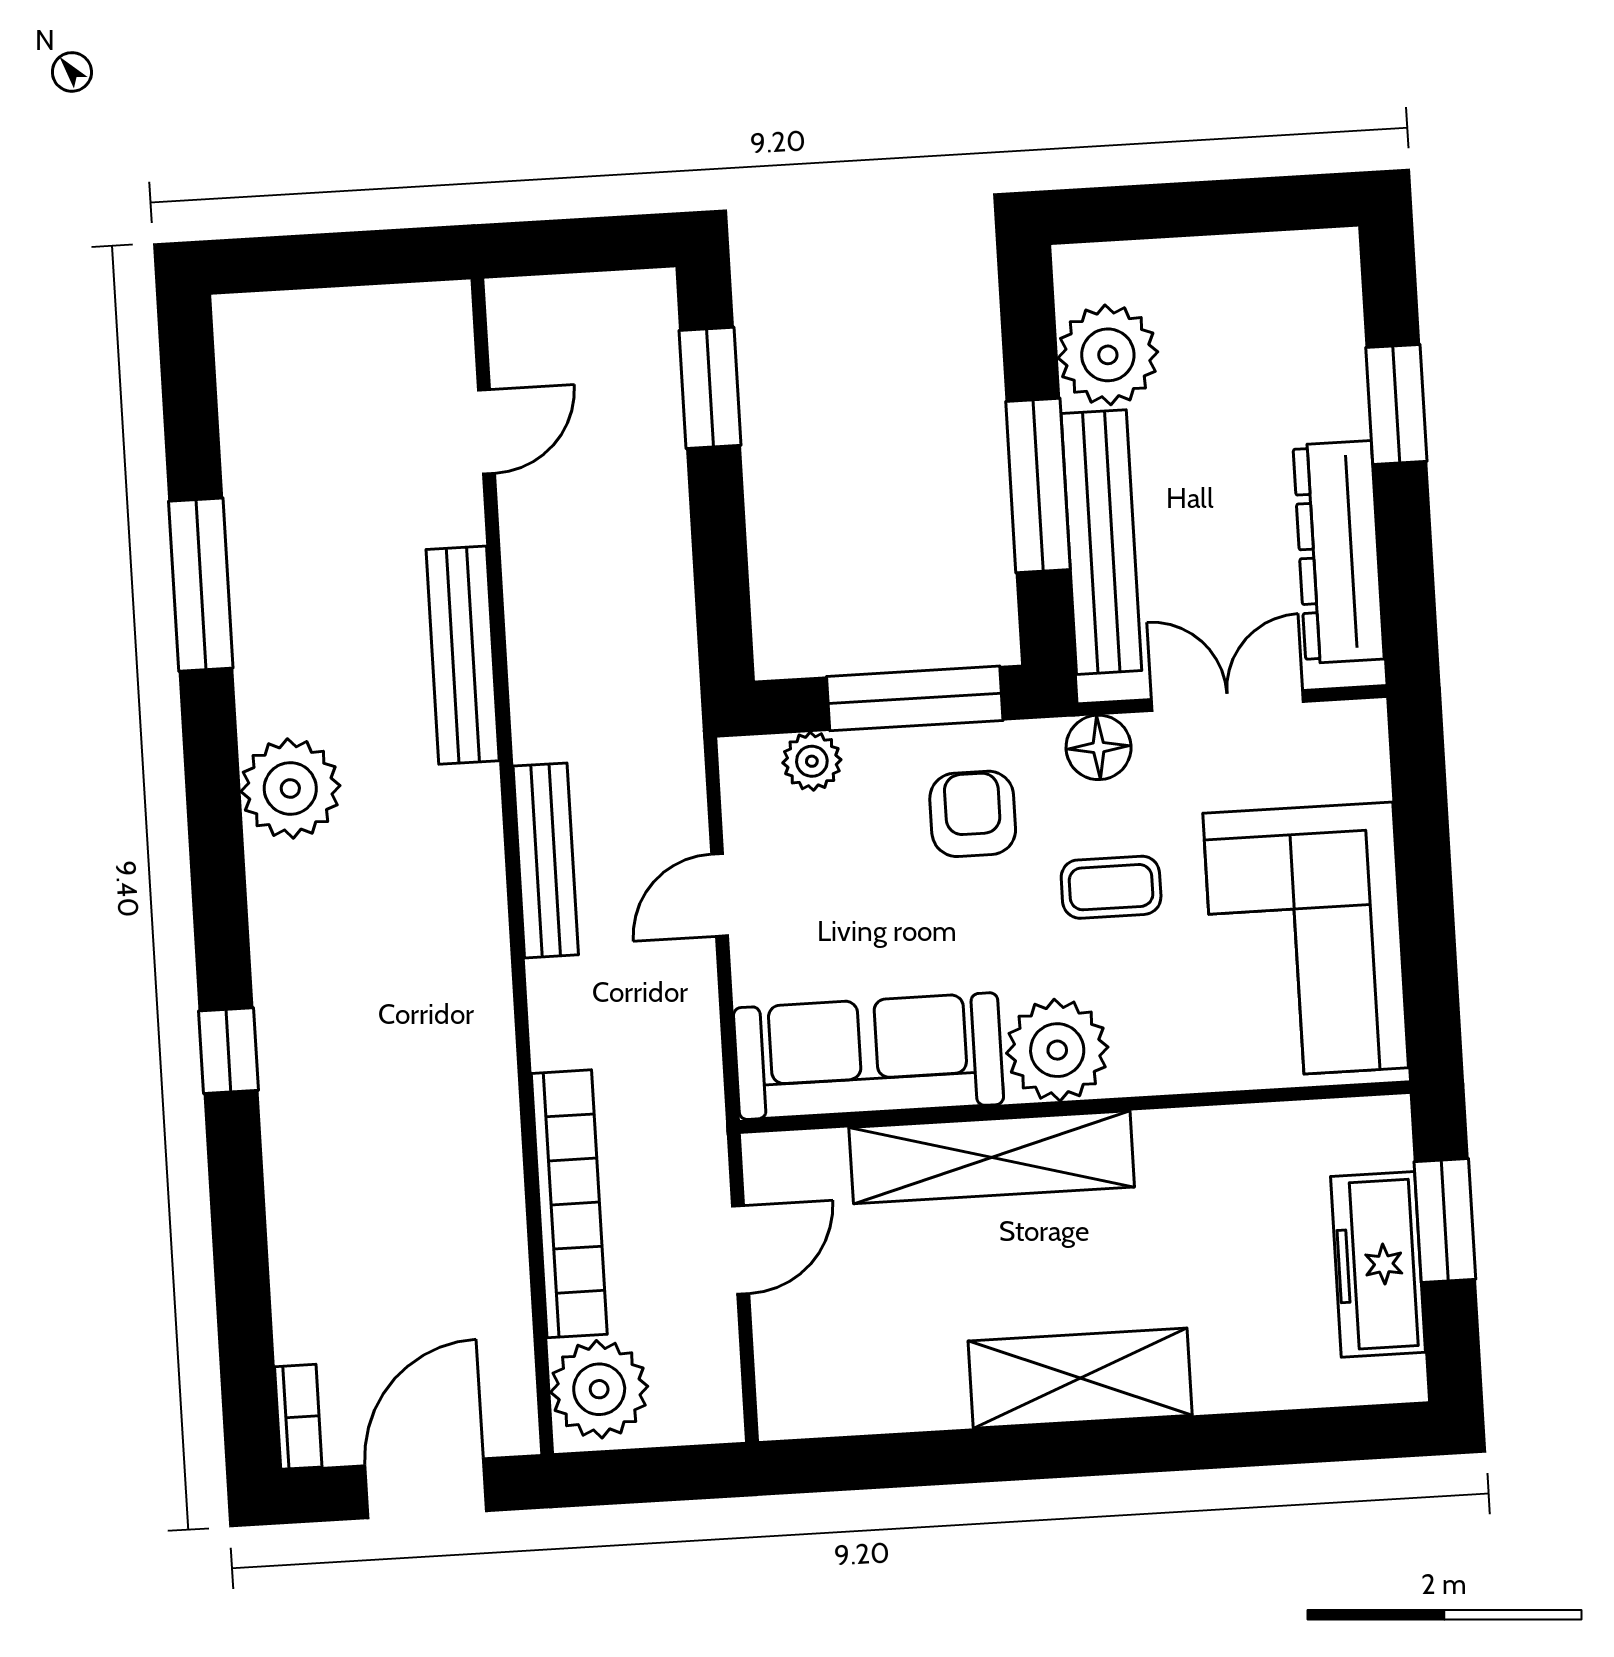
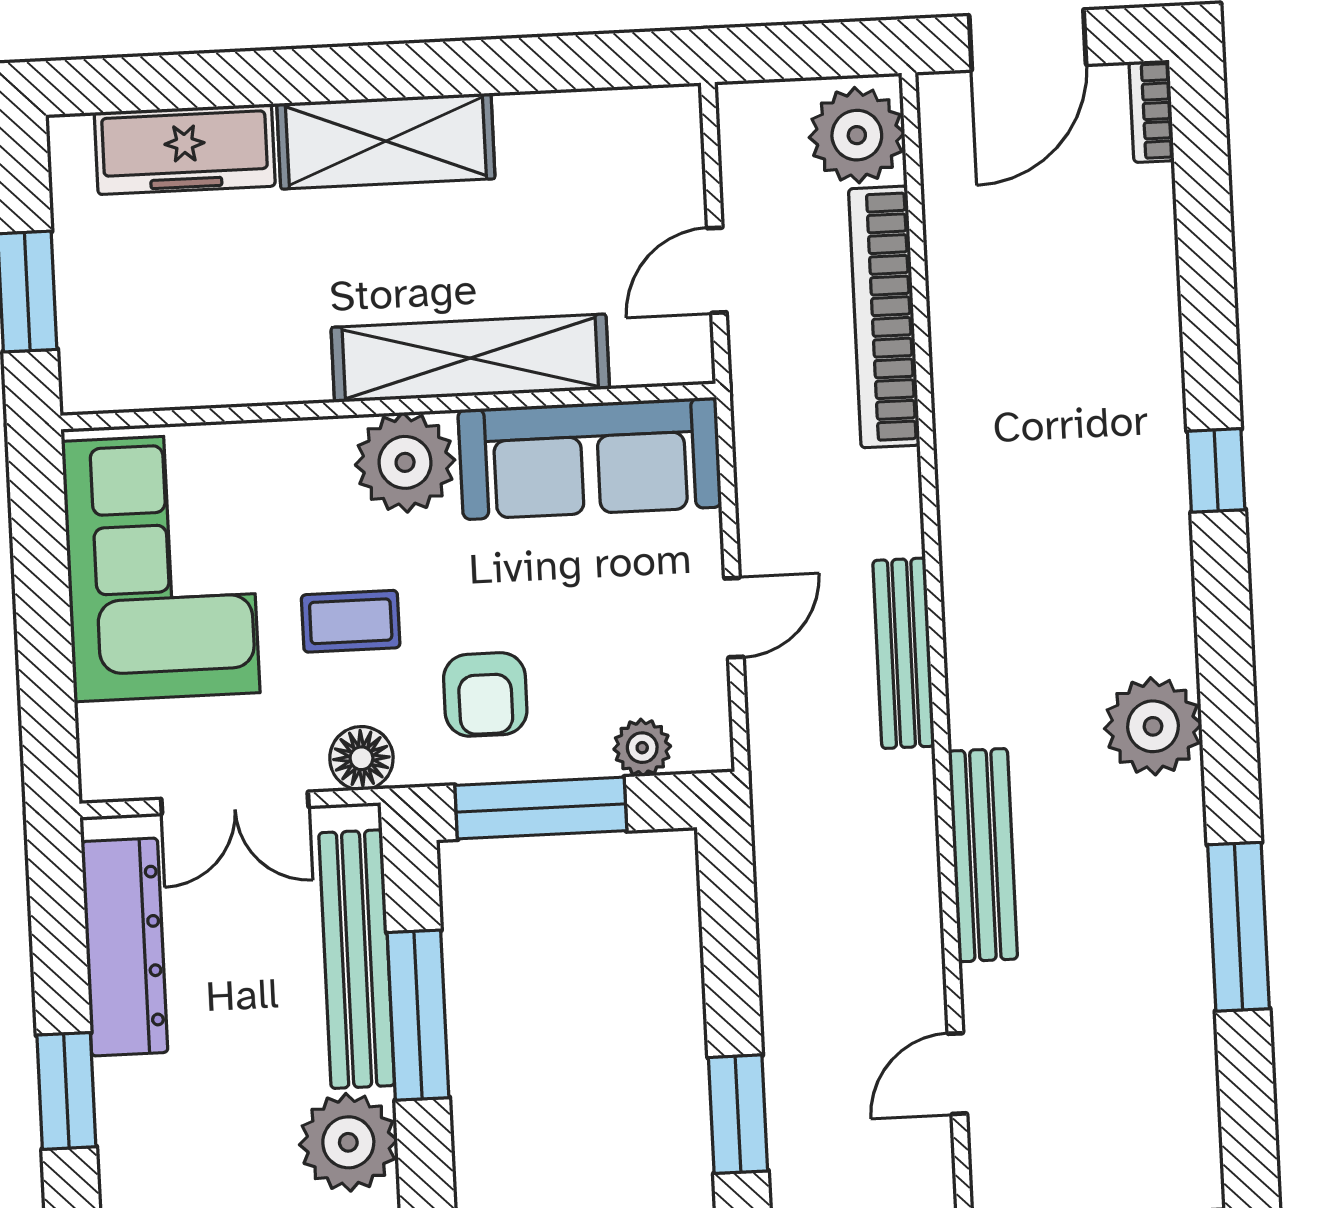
freezer: (1378, 1264) -> (185, 149), moved, turned 90

